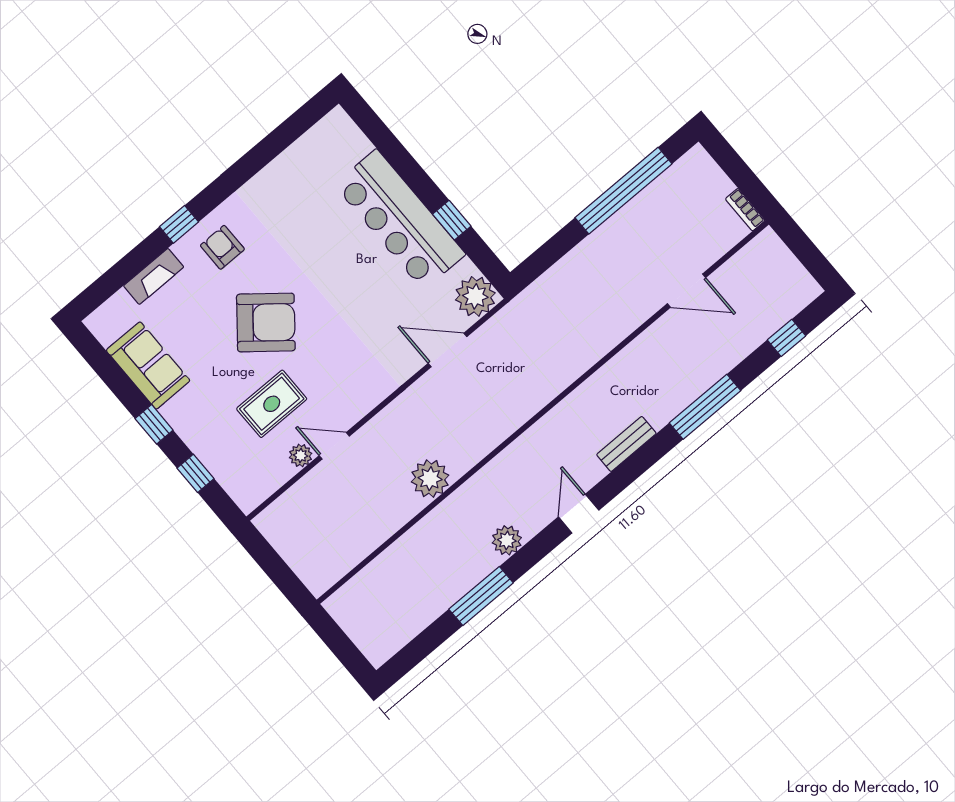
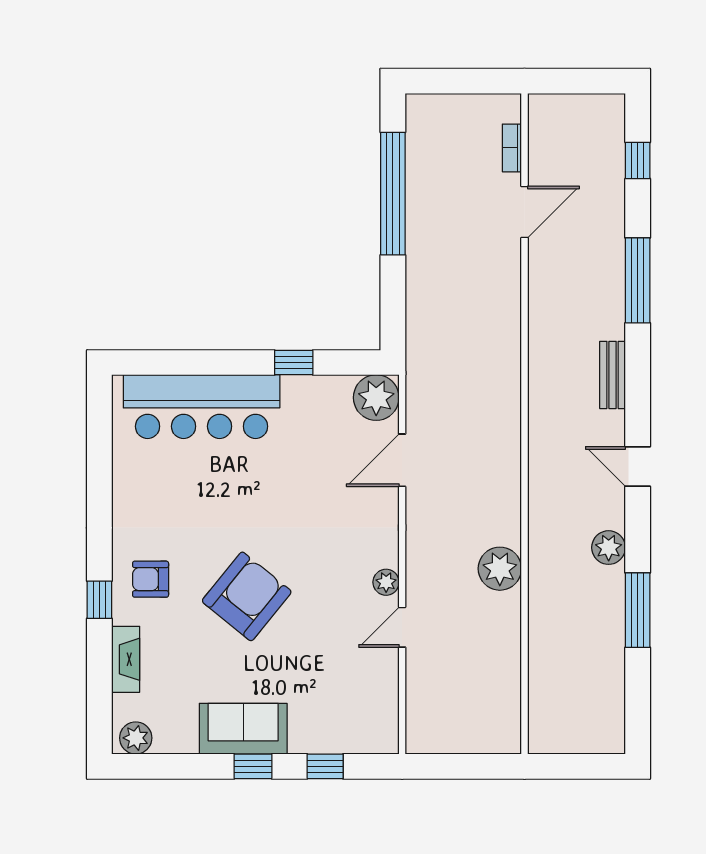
bookcase: (745, 210) -> (512, 148), moved, turned 90
bar counter: (400, 219) -> (202, 407), moved
plant: (106, 328) -> (136, 738), added
sofa: (148, 365) -> (243, 729), moved
rug: (272, 404) -> (321, 650), removed
plant: (301, 455) -> (386, 582), moved

